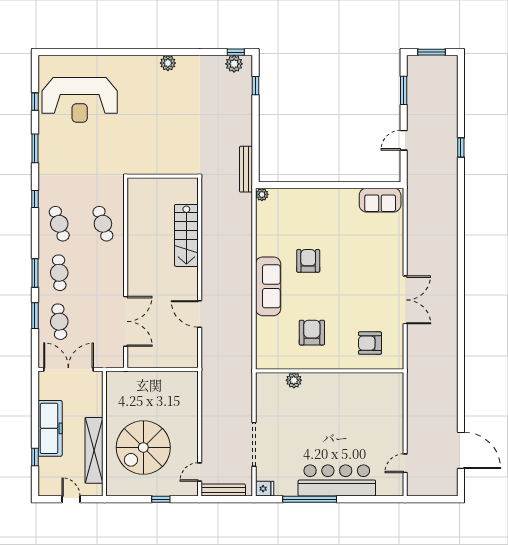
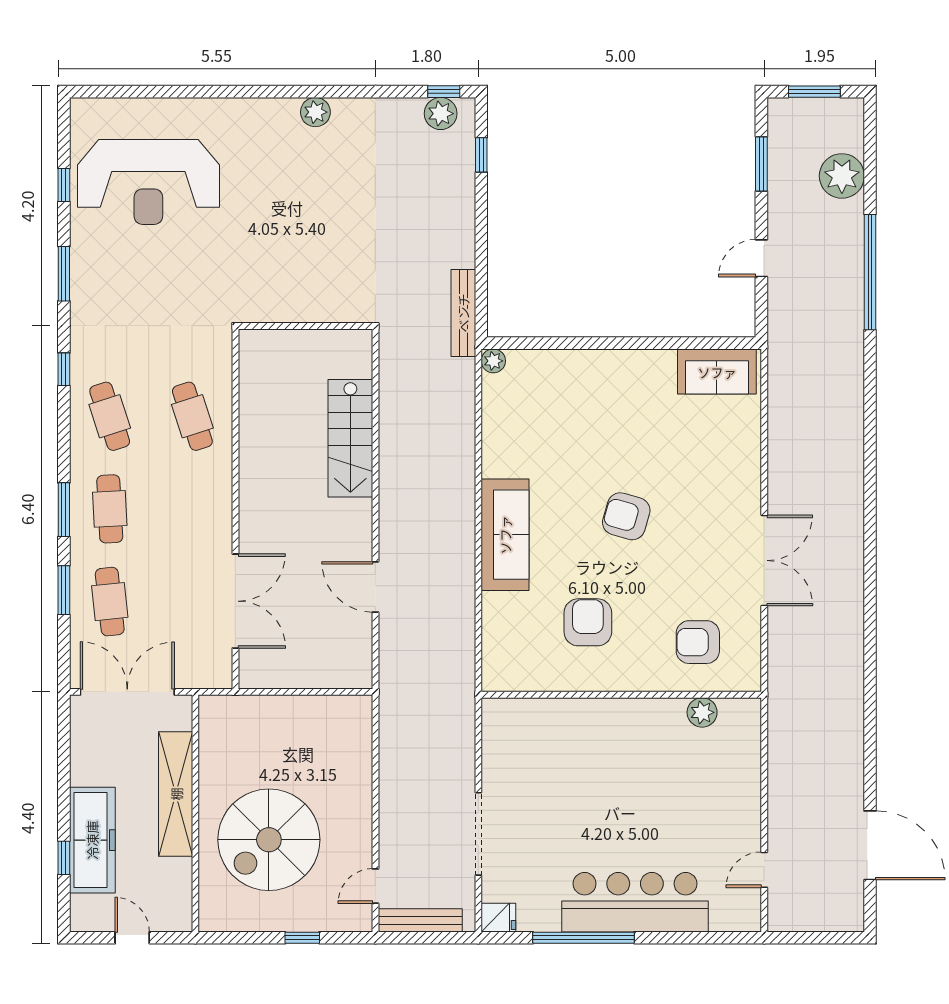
plant: (446, 97) -> (842, 176), added
window: (461, 148) -> (870, 272), width x3.17
armchair: (308, 261) -> (626, 516), moved, turned -74
plant: (294, 380) -> (702, 712), moved
freezer: (50, 428) -> (92, 840), moved
shelving: (94, 450) -> (176, 794), moved

